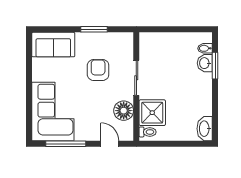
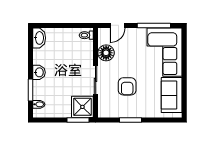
window: (158, 29) -> (78, 120), added
sofa: (53, 45) -> (172, 95), moved, turned -90
washbasin: (205, 63) -> (39, 72), moved
shower: (152, 113) -> (82, 107), moved
door: (110, 144) -> (117, 25), hinge flipped

